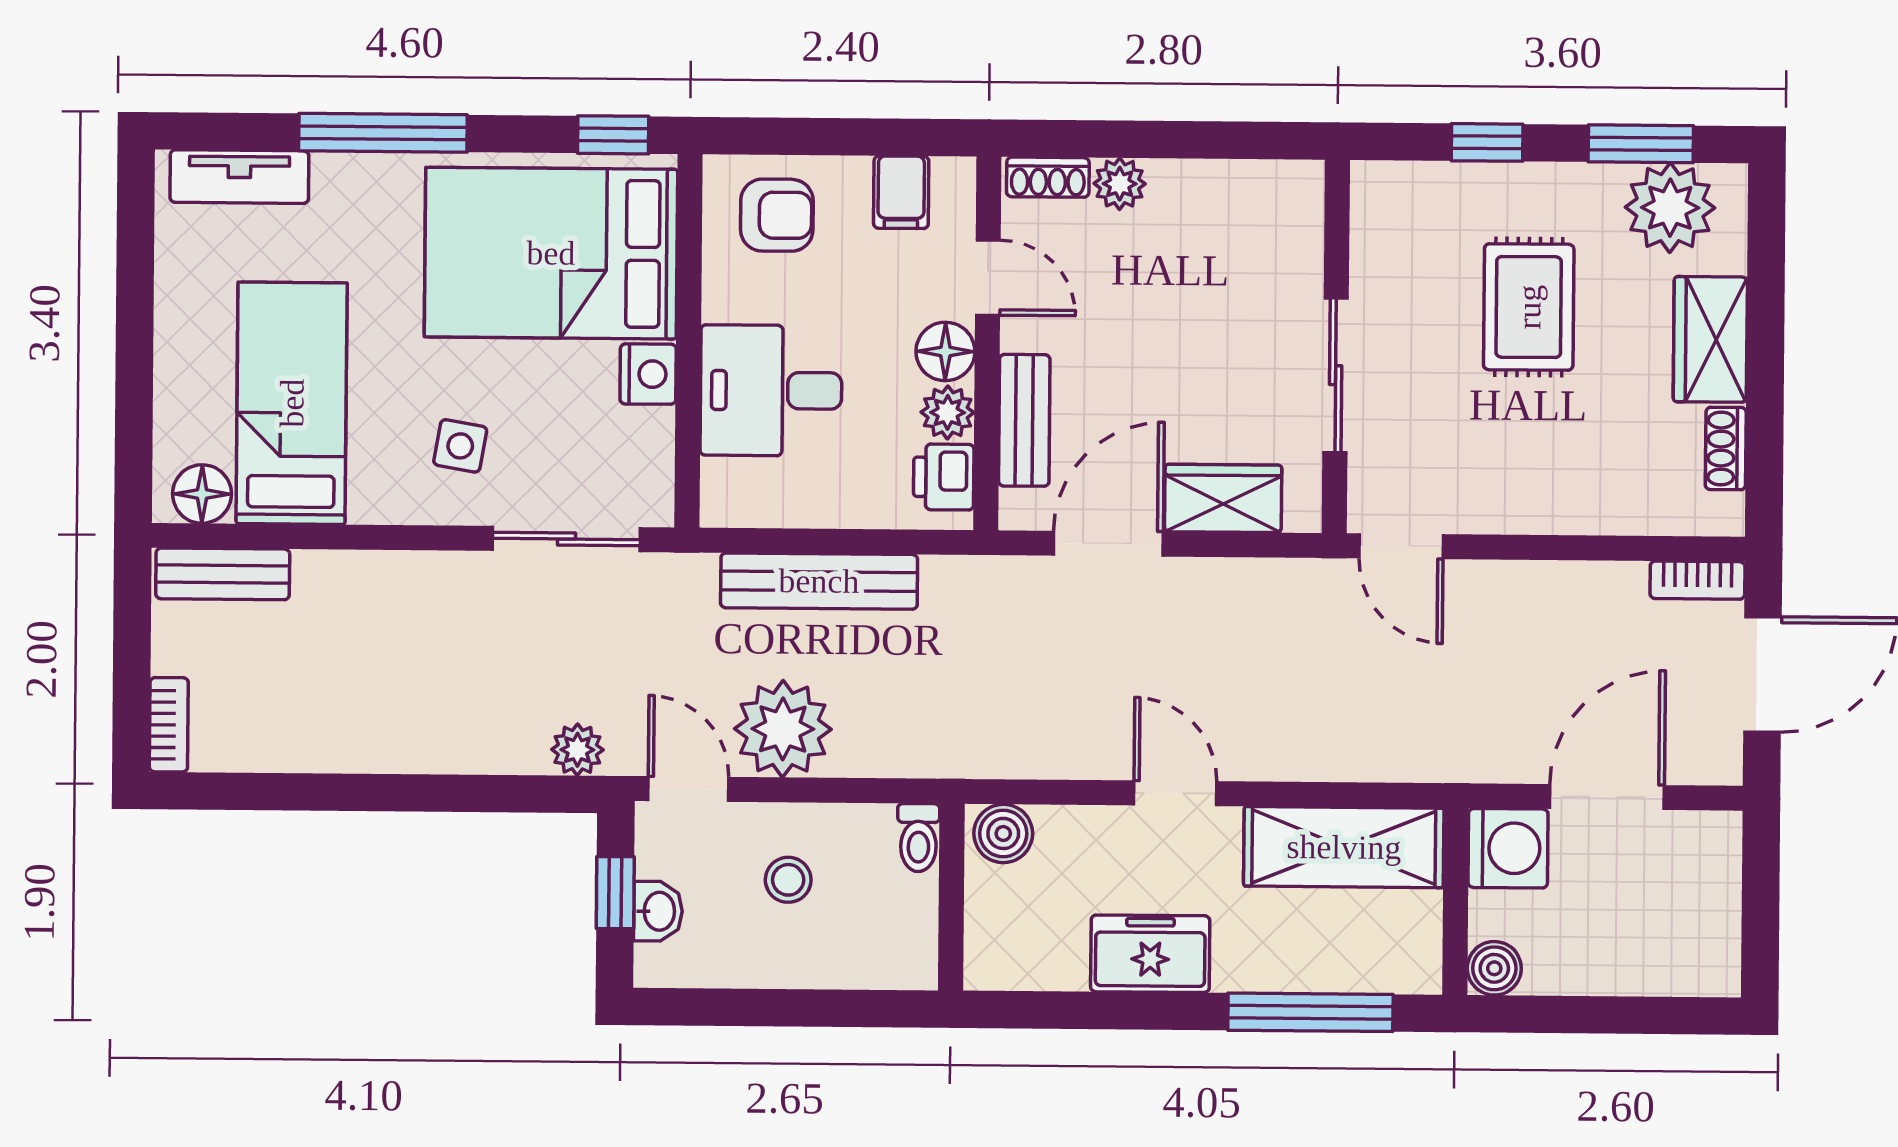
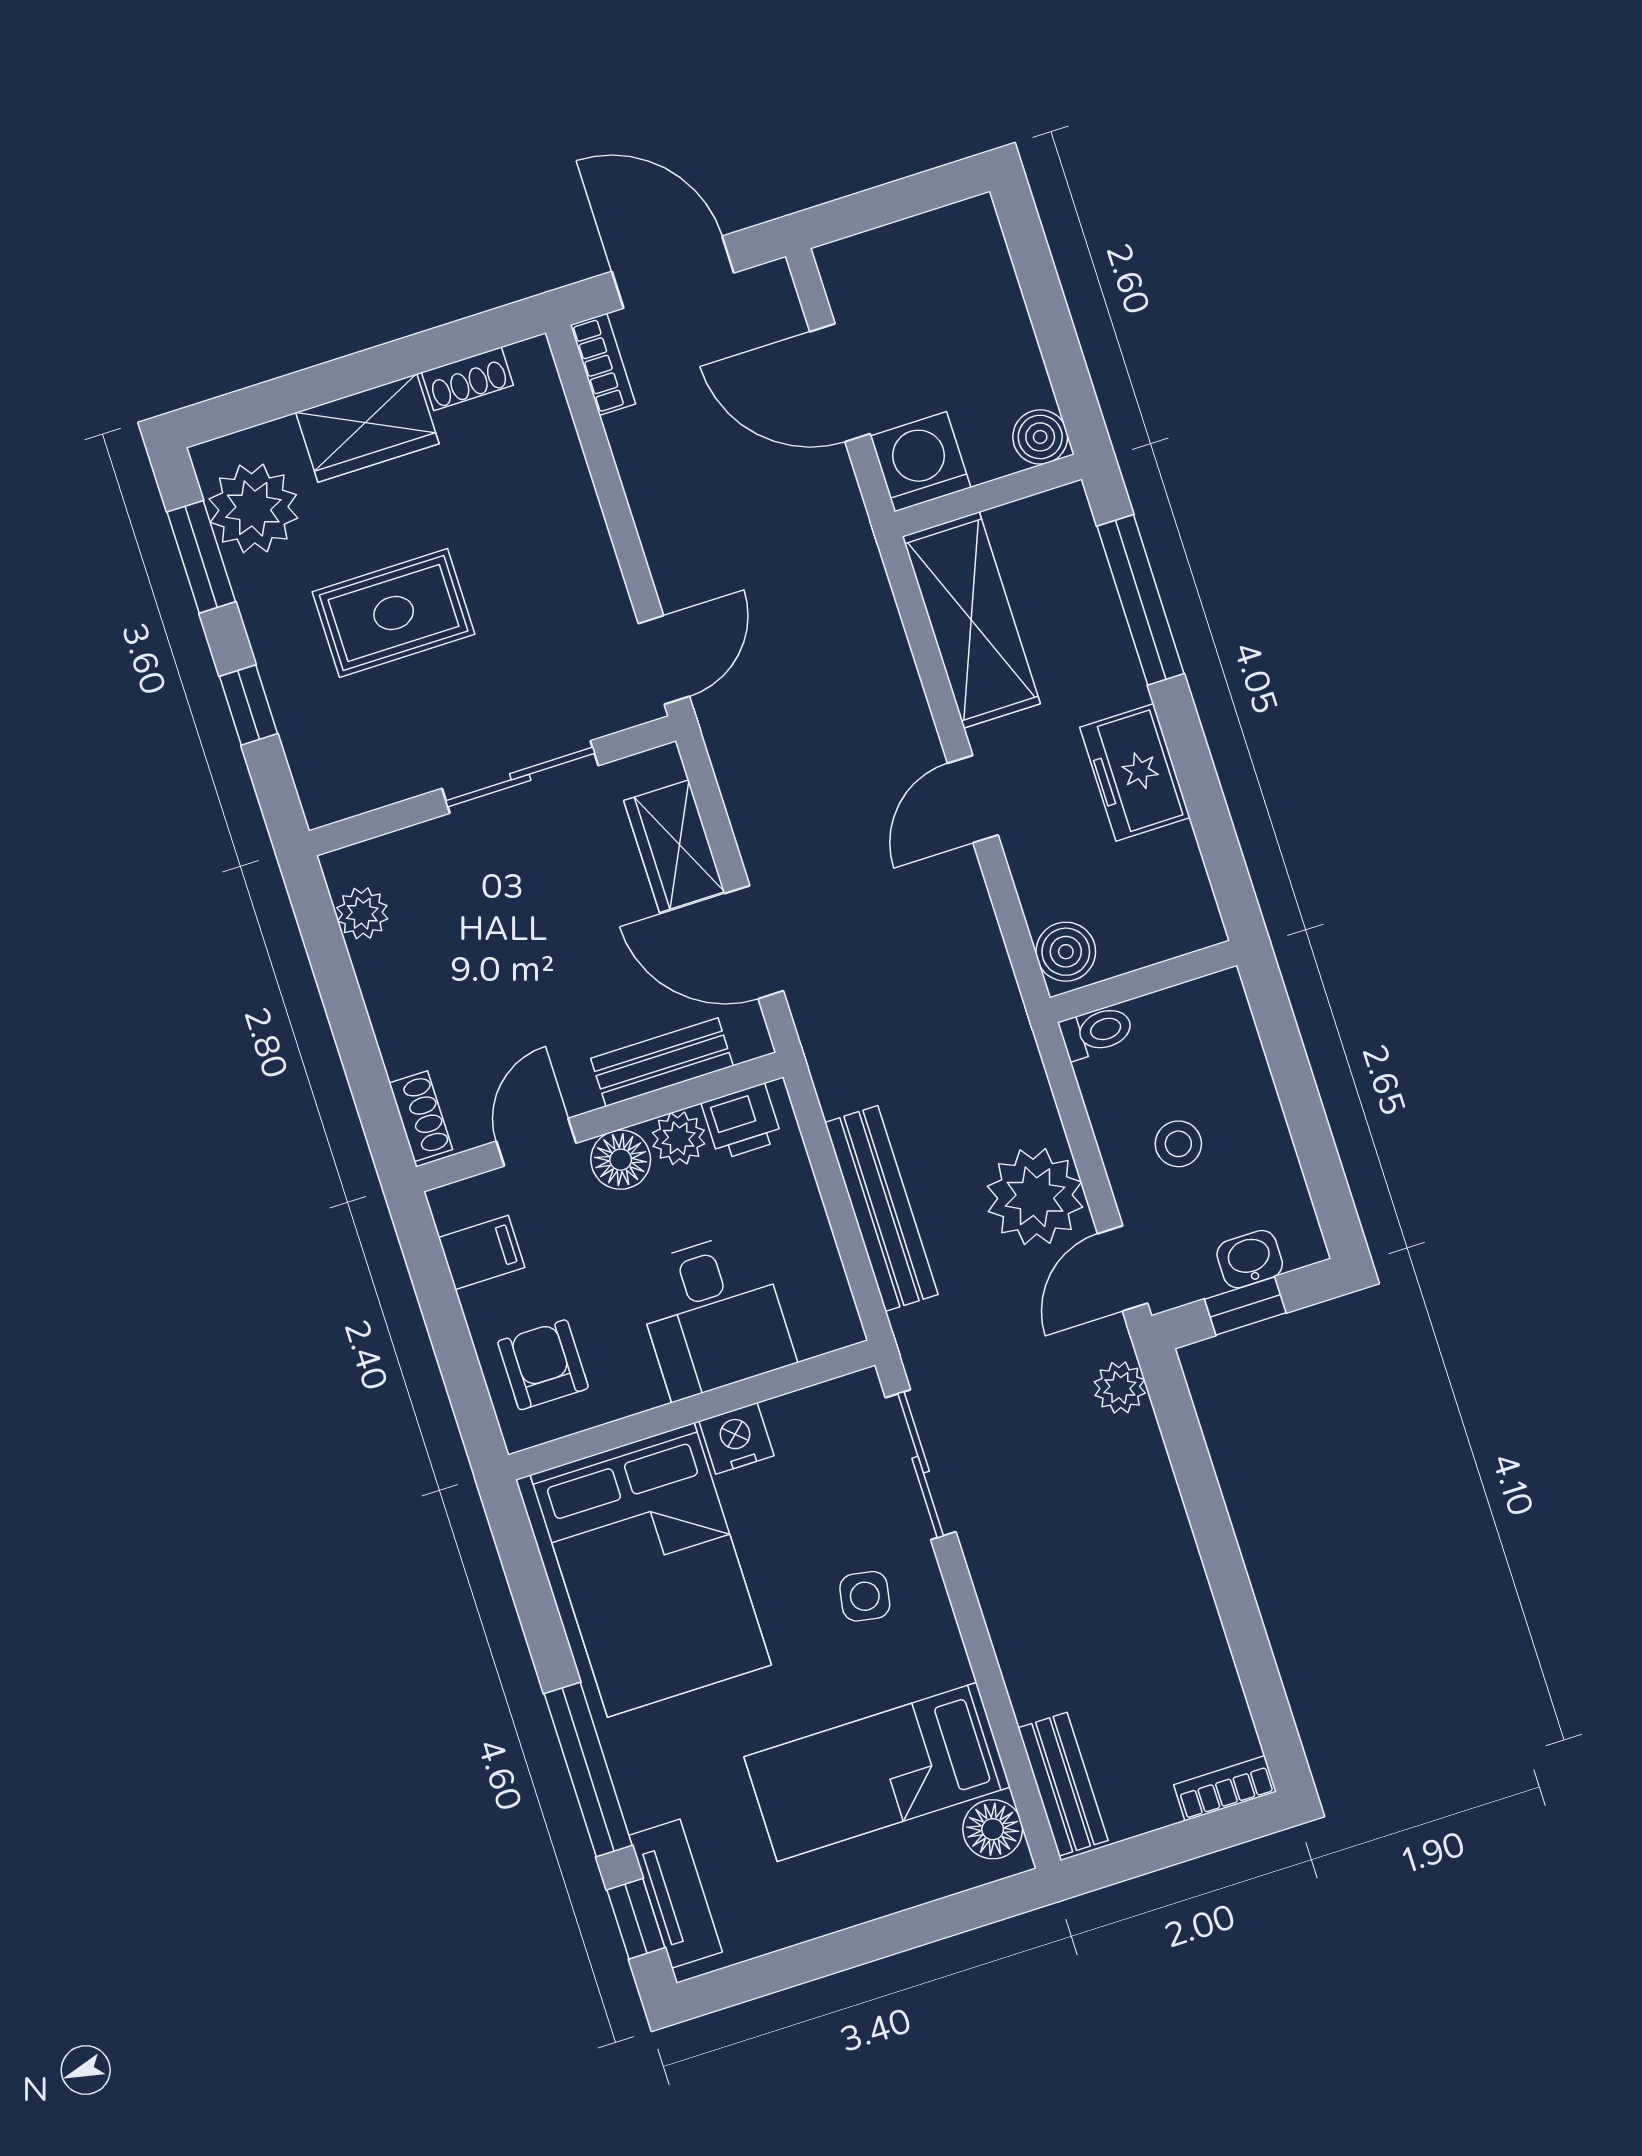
window: (613, 135) -> (636, 1919), moved
plant: (1120, 184) -> (362, 913), moved

